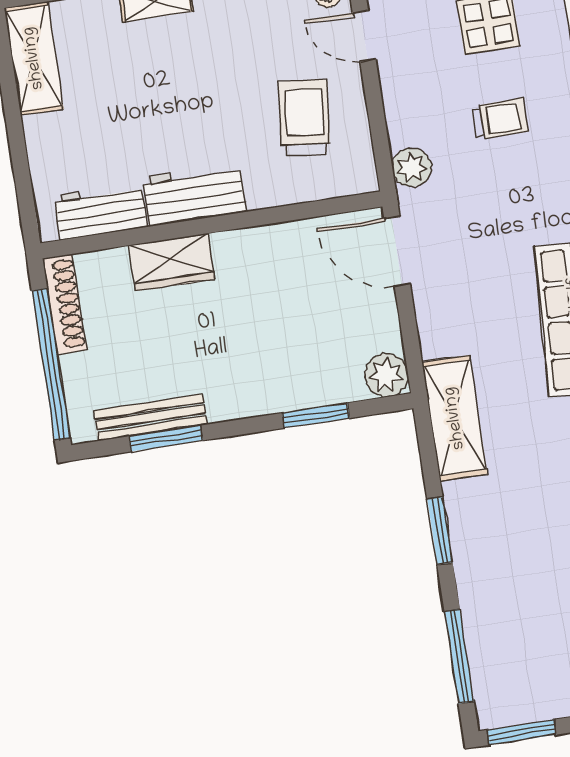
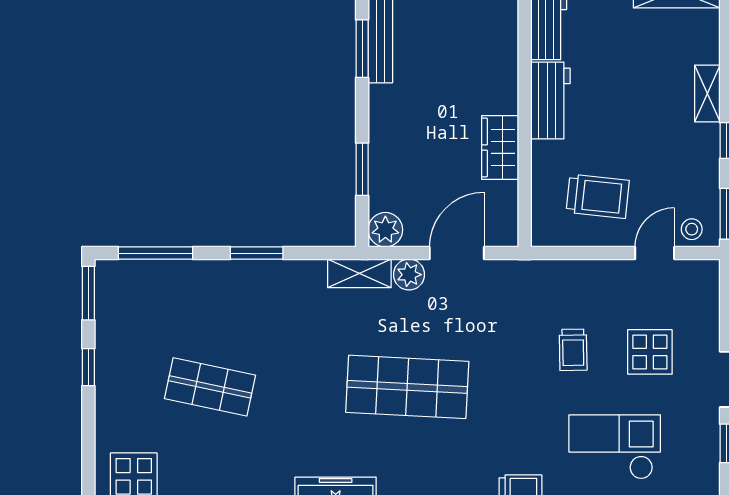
plant: (412, 167) -> (409, 275), moved
door: (397, 251) -> (457, 253), moved
wardrobe: (172, 262) -> (500, 147), moved
shelving: (455, 418) -> (359, 273), width x0.67, depth x0.75

